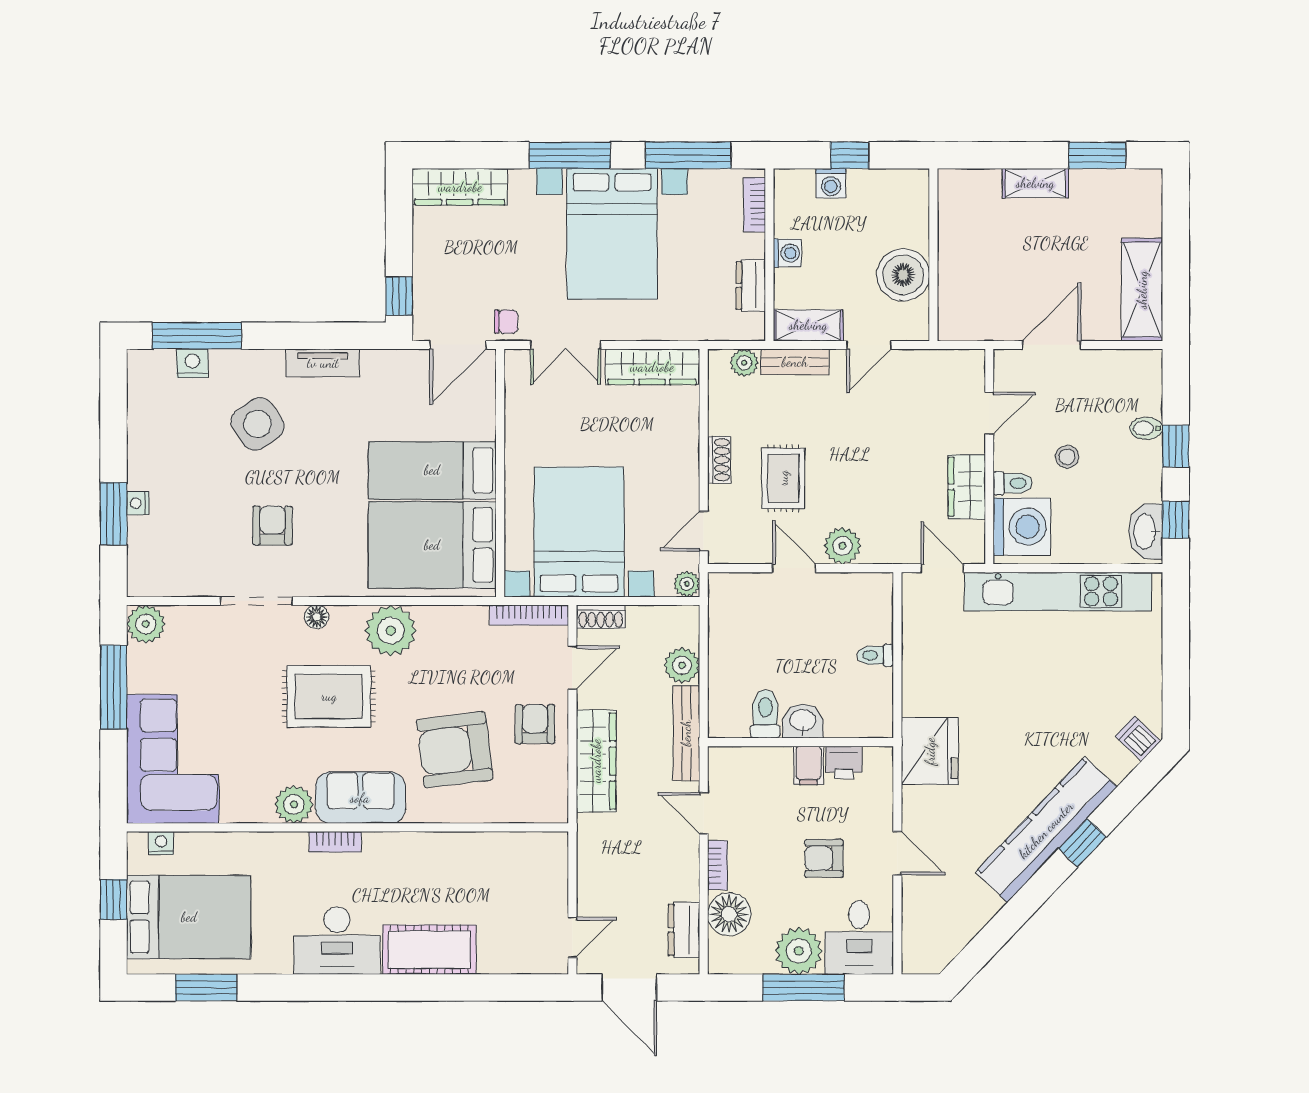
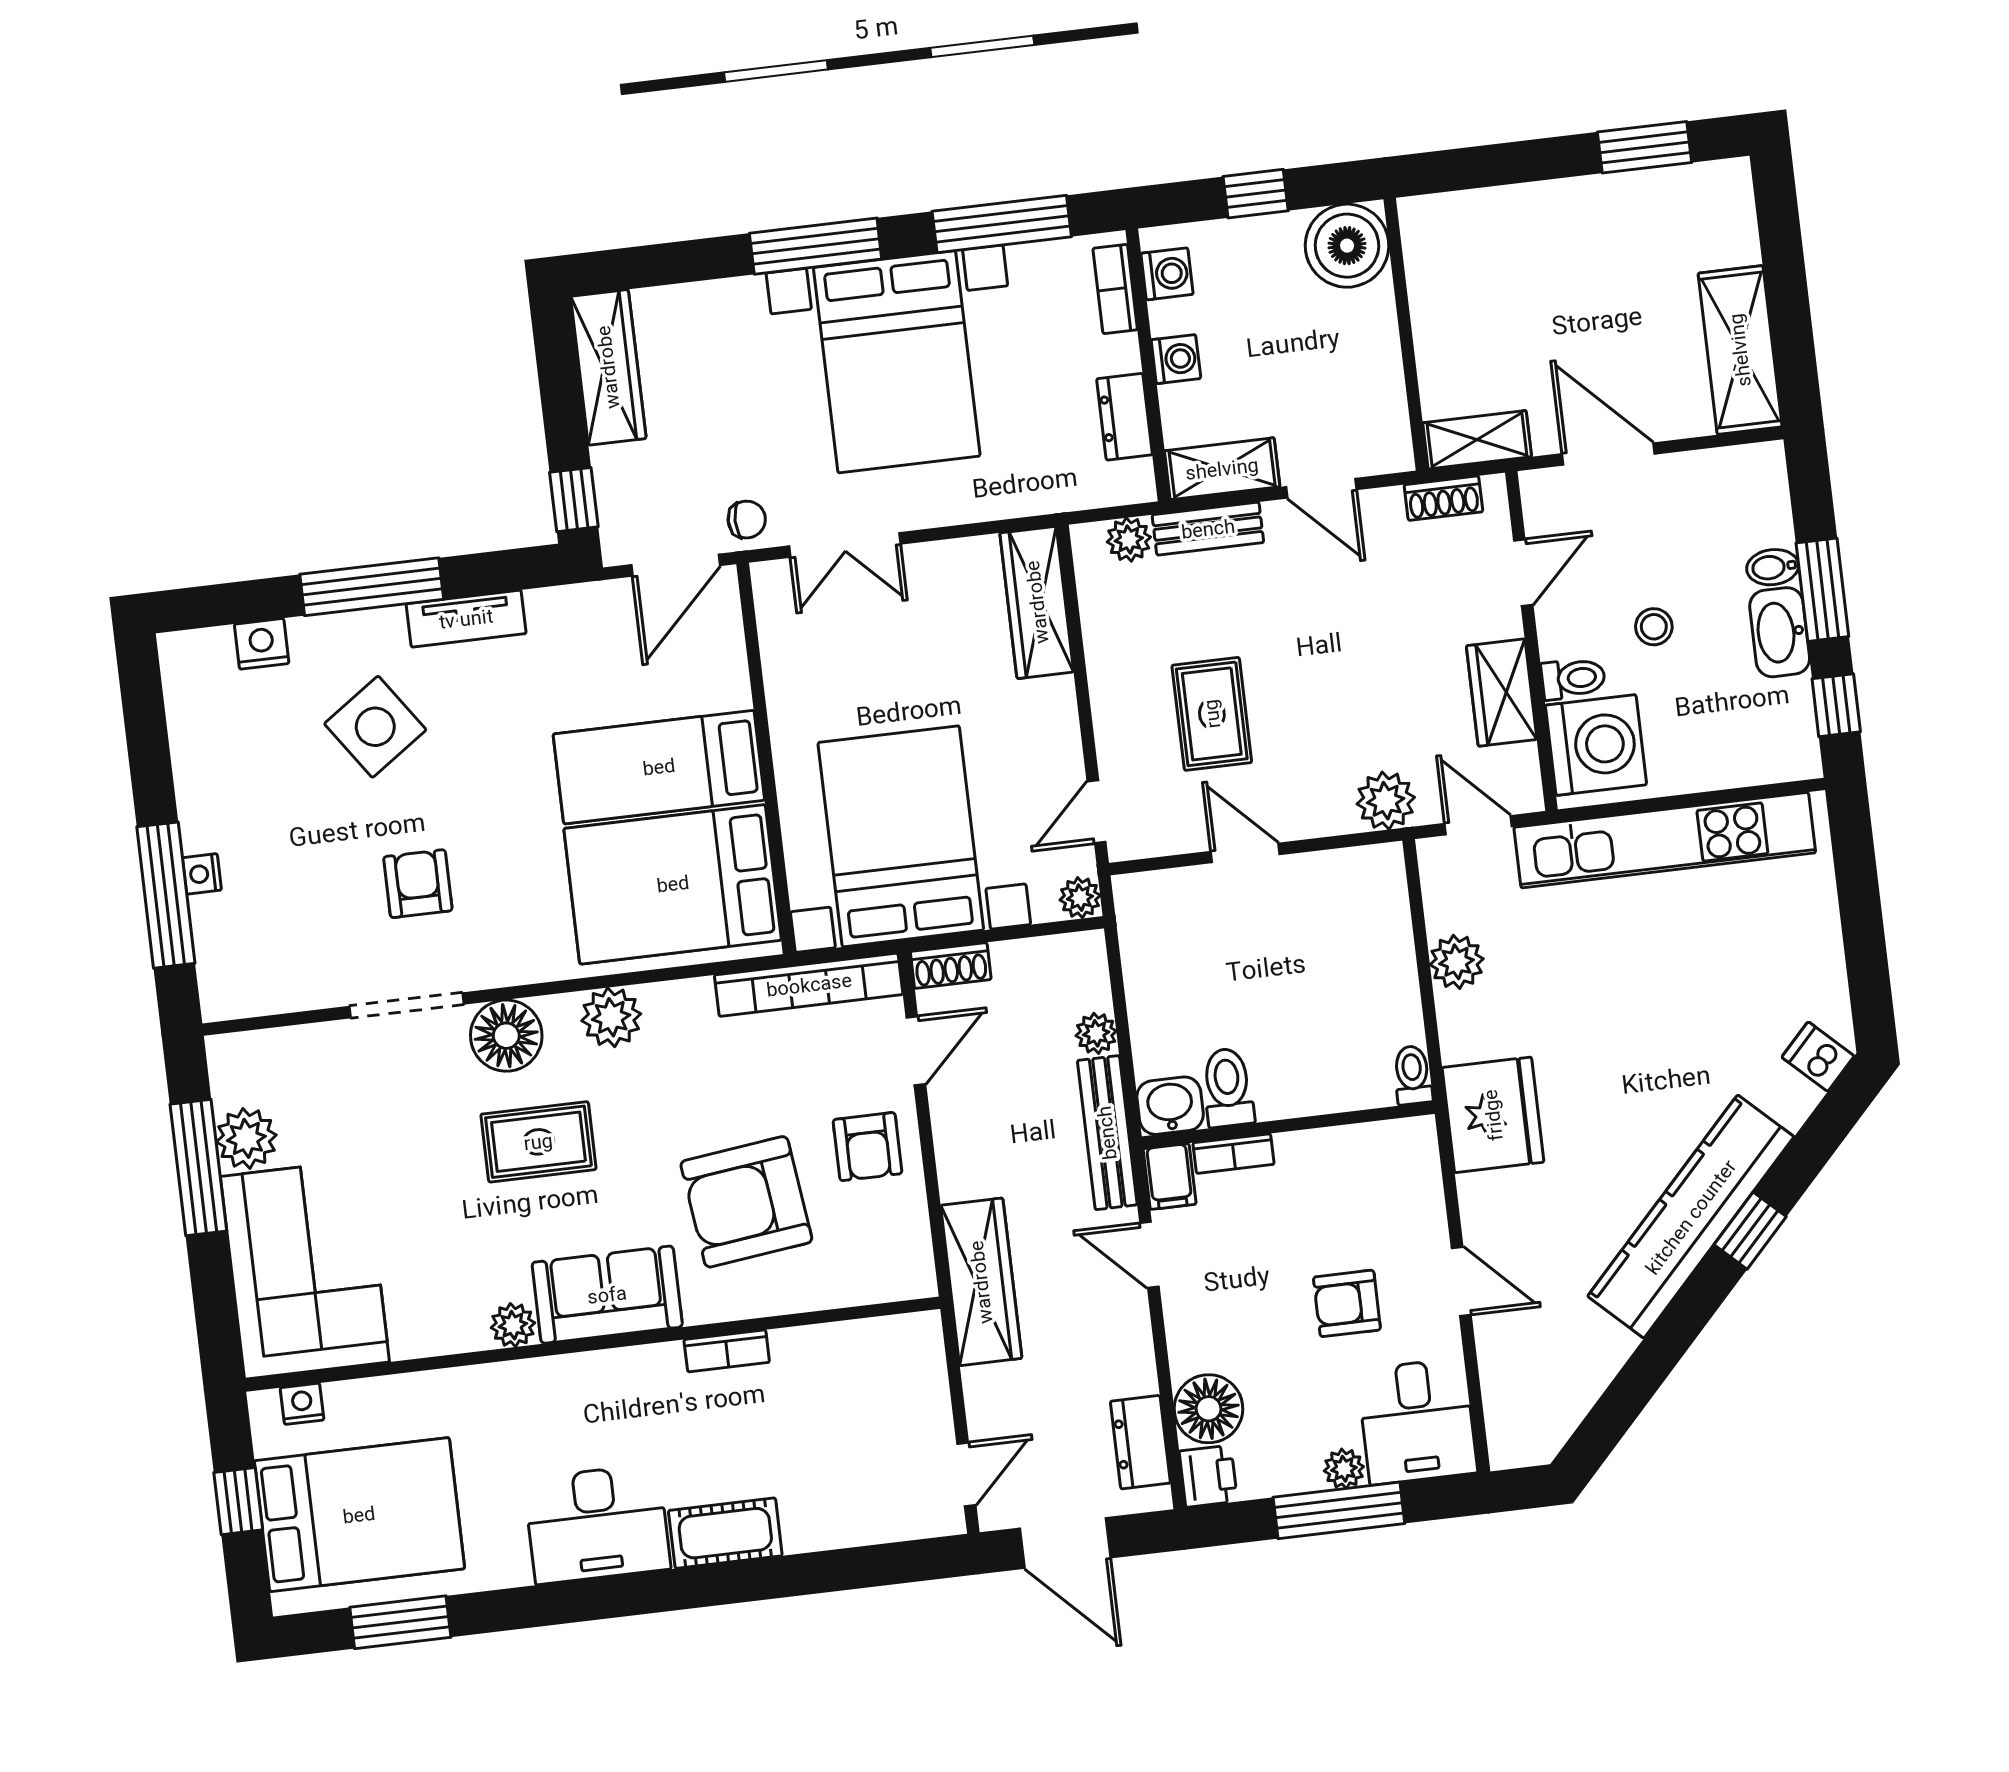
washing machine: (831, 183) -> (1167, 274), moved, turned -90
shelving: (1035, 183) -> (1477, 440), moved
wardrobe: (460, 187) -> (608, 367), moved, turned -90
boiler: (903, 275) -> (1347, 246), moved
window: (197, 336) -> (372, 587), moved
door: (869, 345) -> (1321, 488), hinge flipped
door: (1052, 345) -> (1608, 454), hinge flipped
wardrobe: (652, 367) -> (1037, 602), moved, turned 90
window: (1176, 446) -> (1822, 590), width x1.50
shoe rack: (719, 460) -> (1443, 498), moved, turned 90
window: (114, 514) -> (166, 895), width x1.44
washbasin: (1146, 531) -> (1780, 632), moved
plant: (842, 546) -> (1386, 801), moved
bookcase: (529, 615) -> (809, 985), width x1.48, depth x1.31
floor lamp: (317, 617) -> (506, 1036), width x1.89, depth x1.89
plant: (146, 624) -> (246, 1138), moved
plant: (391, 631) -> (611, 1017), width x0.73, depth x0.73
plant: (918, 652) -> (1457, 962), added
toilet: (875, 655) -> (1413, 1075), moved, turned 90
plant: (682, 665) -> (1096, 1033), width x0.73, depth x0.73
rug: (329, 696) -> (538, 1142), width x0.73, depth x0.70
washbasin: (803, 721) -> (1170, 1106), moved
armchair: (535, 724) -> (867, 1147), turned 180
wardrobe: (596, 761) -> (981, 1282), moved
printer: (844, 762) -> (1208, 1476), moved, turned -90
filing cabinet: (809, 765) -> (1170, 1176), moved
plant: (294, 804) -> (513, 1325), width x0.73, depth x0.73
bookcase: (335, 842) -> (727, 1351), moved
bookcase: (717, 865) -> (1233, 1154), moved, turned 90
cot: (429, 950) -> (725, 1533), width x0.73, depth x0.75
plant: (799, 951) -> (1344, 1469), width x0.53, depth x0.53

